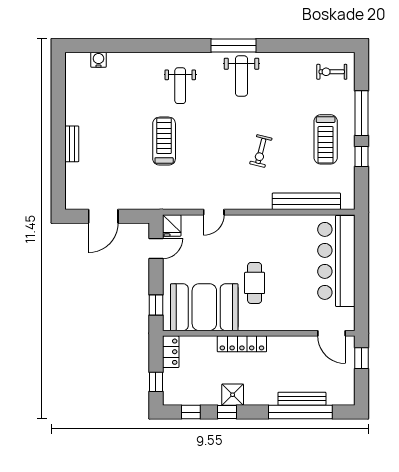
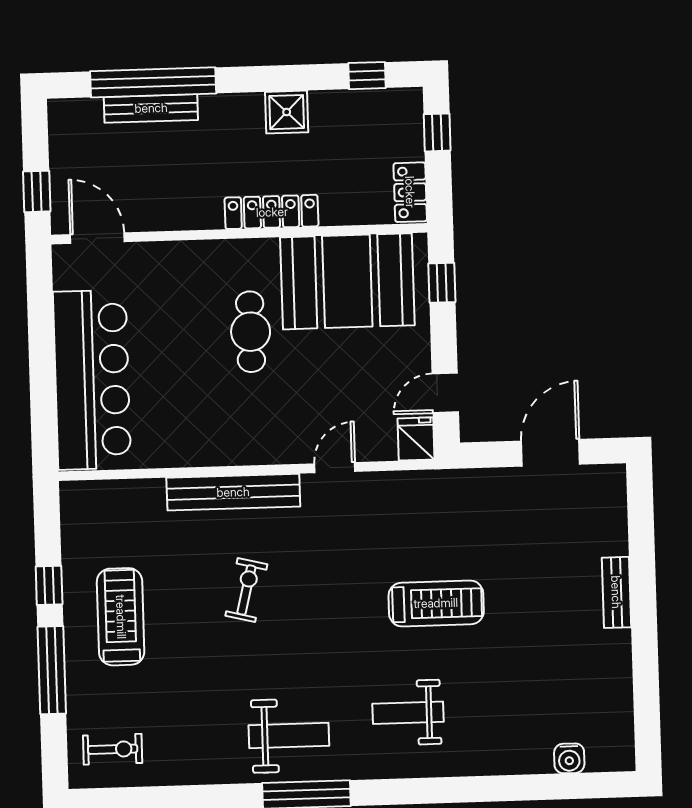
weight bench: (241, 76) -> (289, 735), turned 90
weight bench: (180, 86) -> (408, 713), turned -90
treadmill: (164, 141) -> (436, 603), turned -90
bench: (306, 201) -> (233, 492), moved
window: (227, 412) -> (296, 78), removed

